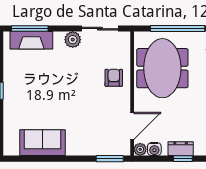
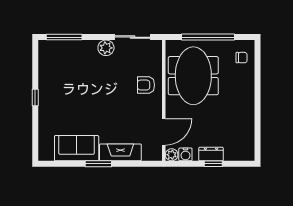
fireplace: (31, 40) -> (120, 152), moved, turned 180
armchair: (114, 78) -> (146, 85), turned -90
window: (110, 159) -> (98, 164), moved

